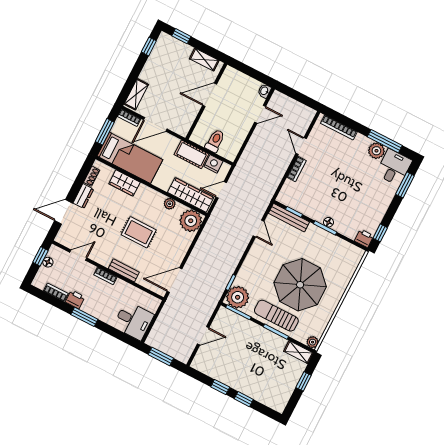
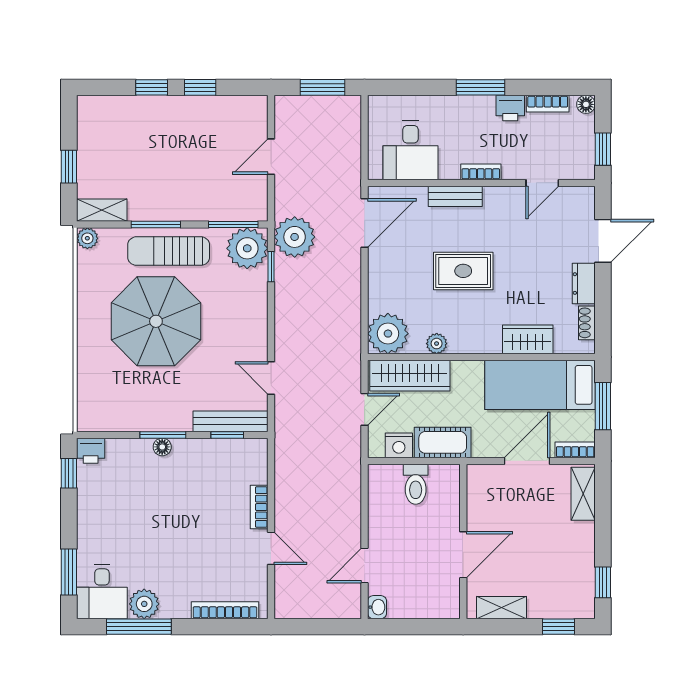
floor lamp: (48, 262) -> (586, 104), moved
plant: (212, 291) -> (295, 237), added
sun lounger: (276, 316) -> (169, 251), turned 180
desk: (134, 321) -> (410, 150), moved, turned -90

